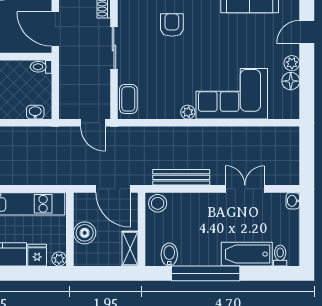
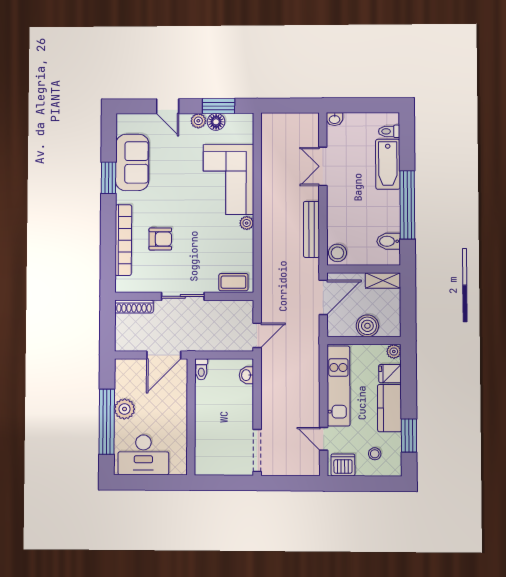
armchair: (172, 25) -> (160, 239), turned 180
window: (307, 84) -> (219, 106), added
door: (93, 123) -> (257, 335), moved

